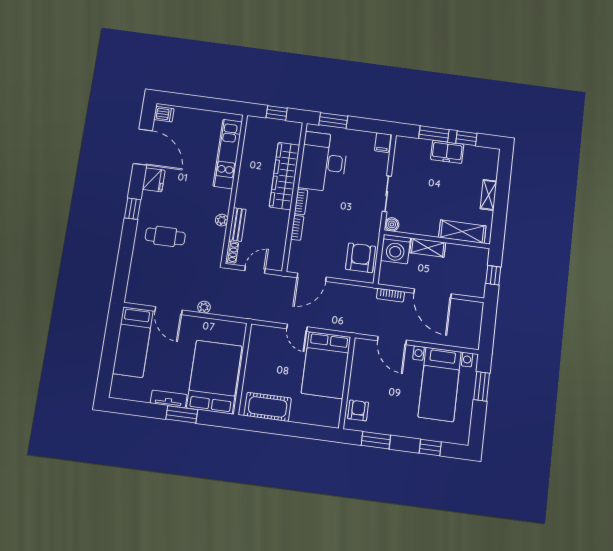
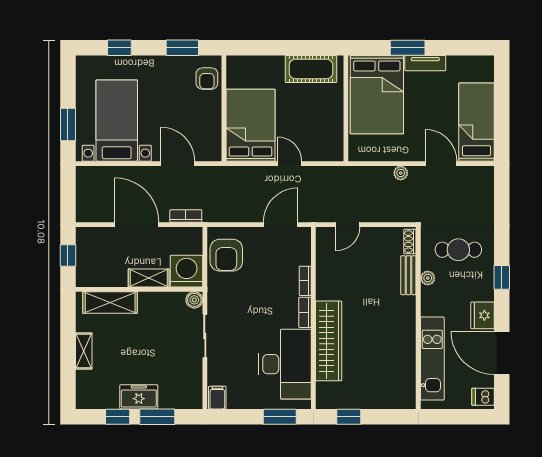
kitchen unit: (228, 154) -> (432, 359), moved
wall: (234, 188) -> (418, 318), moved
plant: (222, 220) -> (428, 278), moved
bench: (237, 225) -> (408, 275), moved
shoe rack: (232, 252) -> (410, 242), moved

